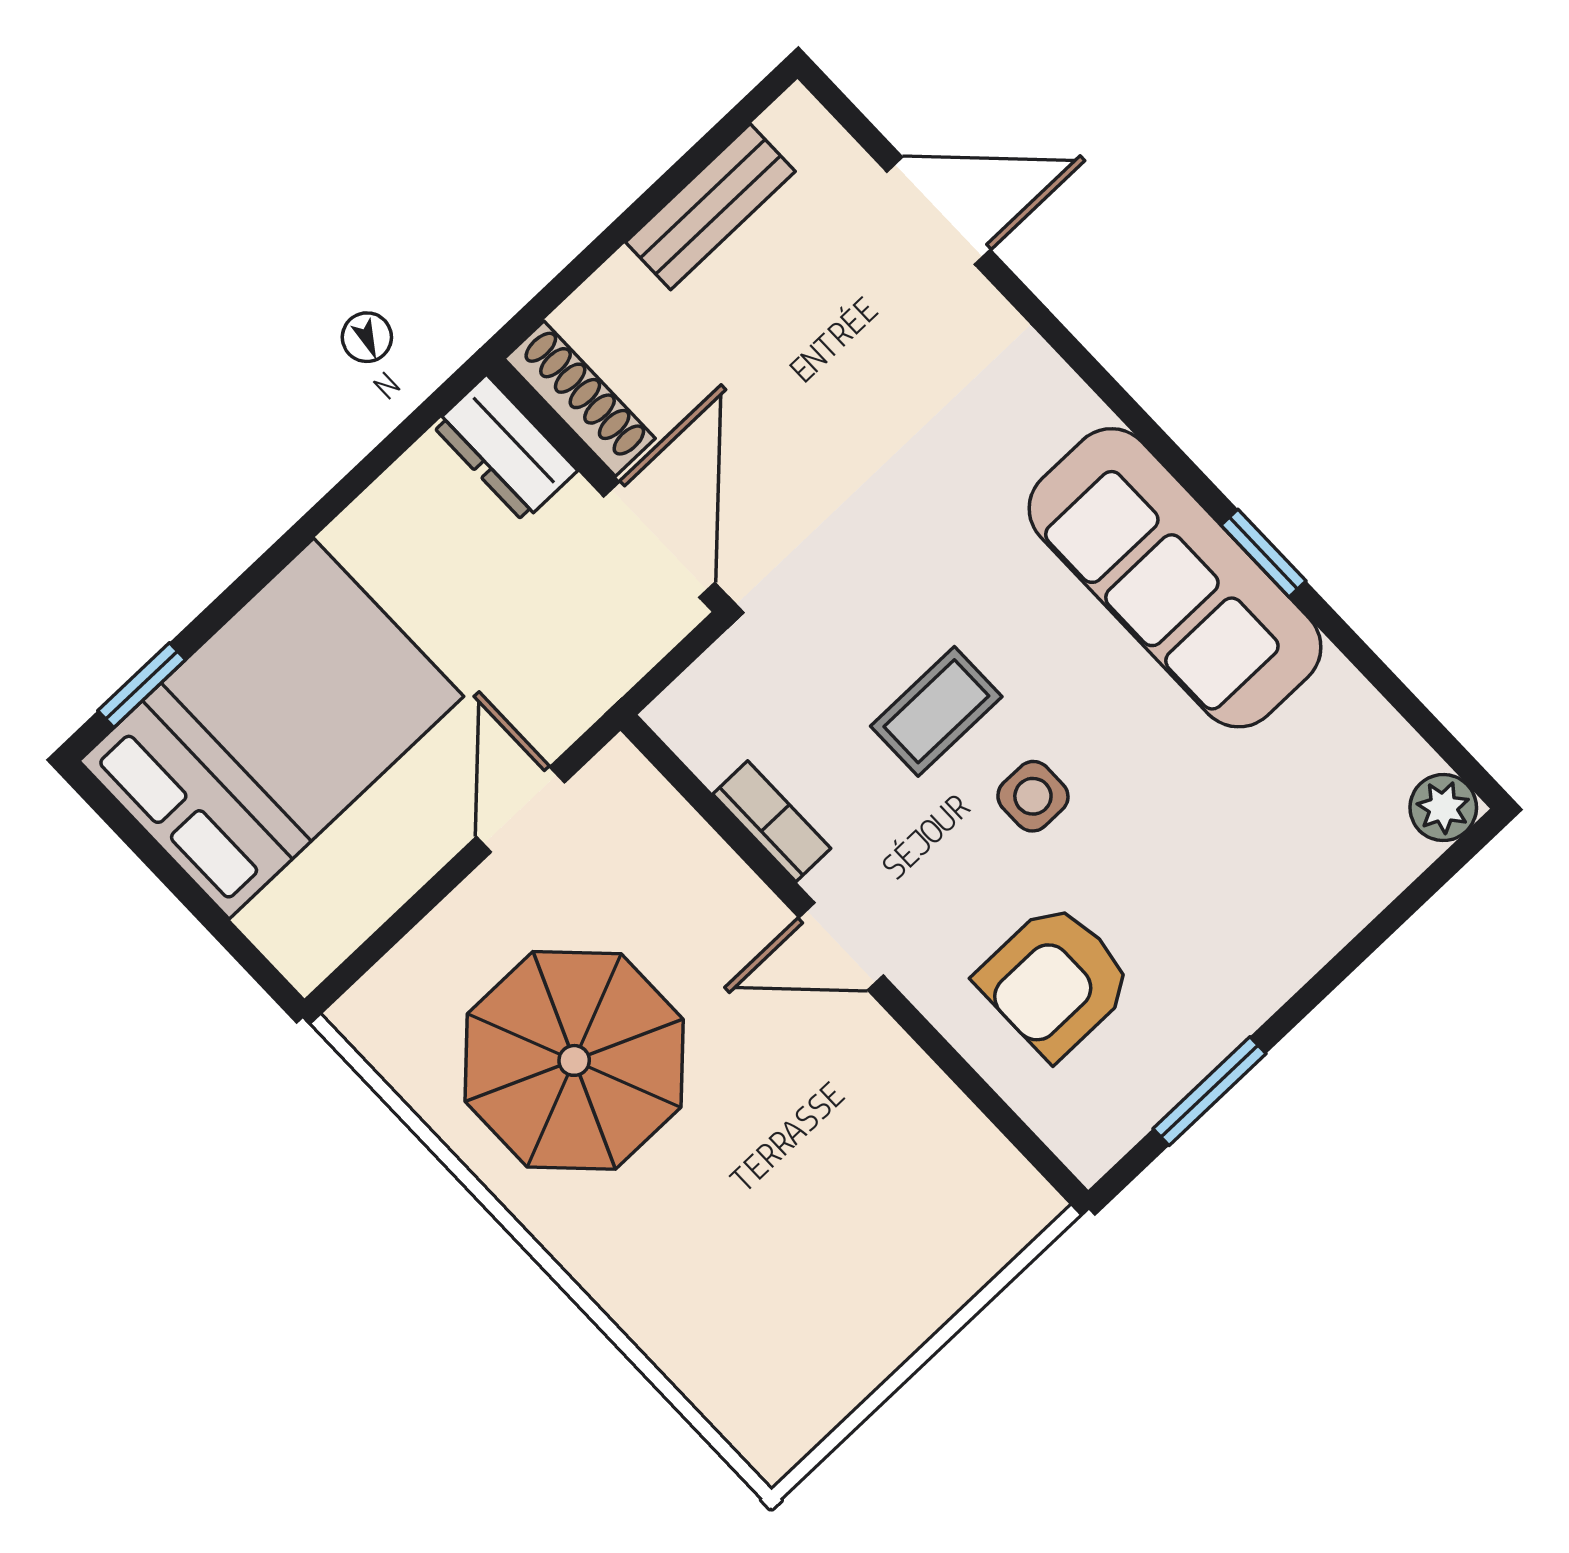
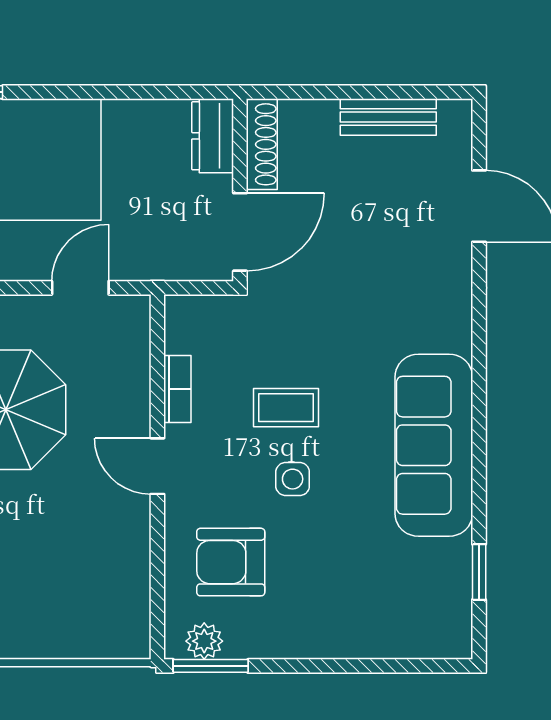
window: (1263, 553) -> (479, 572), moved
plant: (1443, 808) -> (204, 641), moved
window: (1209, 1091) -> (211, 666), moved

